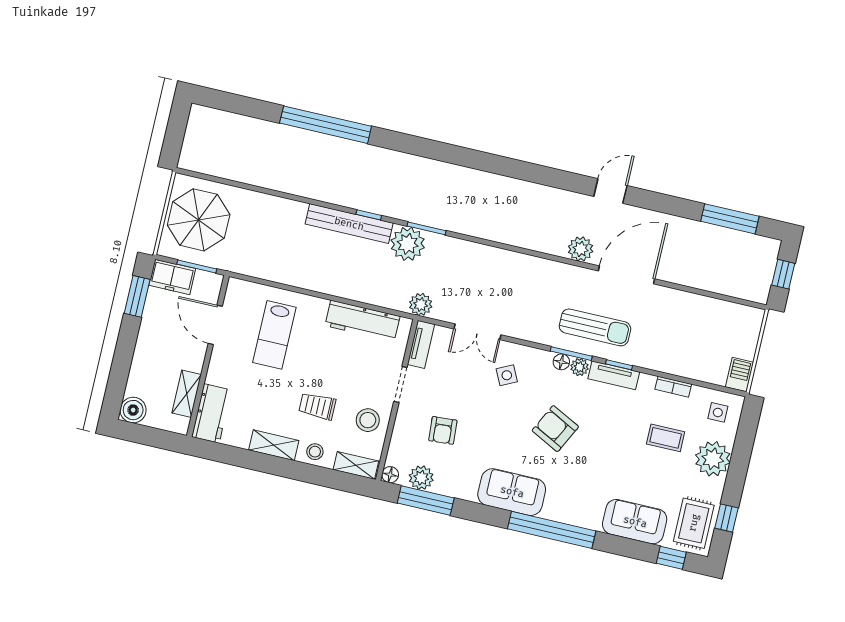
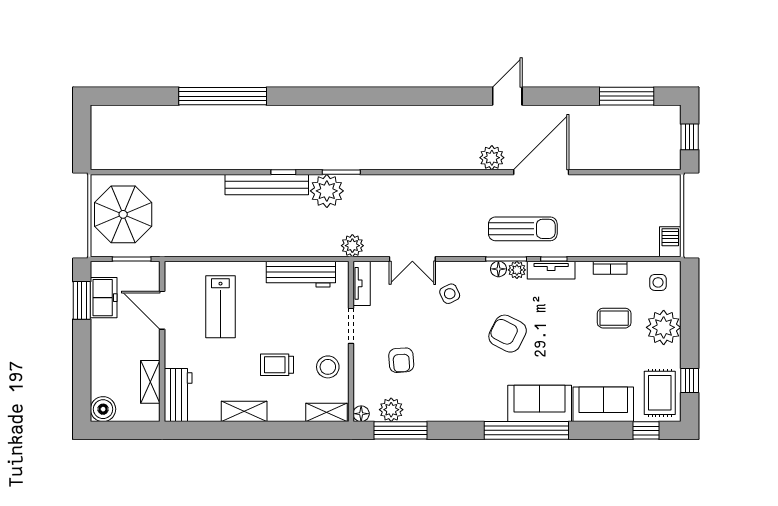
freezer: (172, 277) -> (104, 298), moved, turned -90
stool: (315, 452) -> (285, 408), removed
sofa: (512, 492) -> (540, 403), moved

